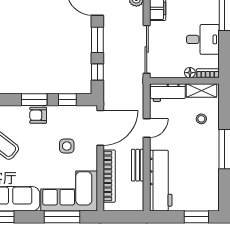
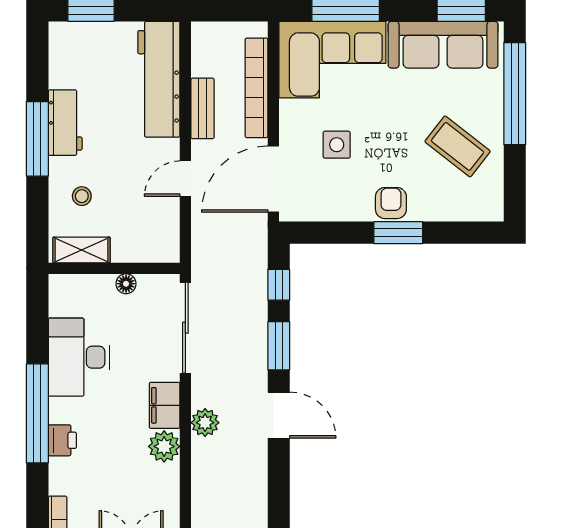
desk: (203, 39) -> (79, 357), width x1.37
floor lamp: (190, 73) -> (126, 284), moved
bookcase: (208, 73) -> (70, 282), removed
workbench: (168, 93) -> (65, 123), moved, turned 90
window: (67, 100) -> (336, 233), removed
armchair: (38, 115) -> (391, 203), turned -90

